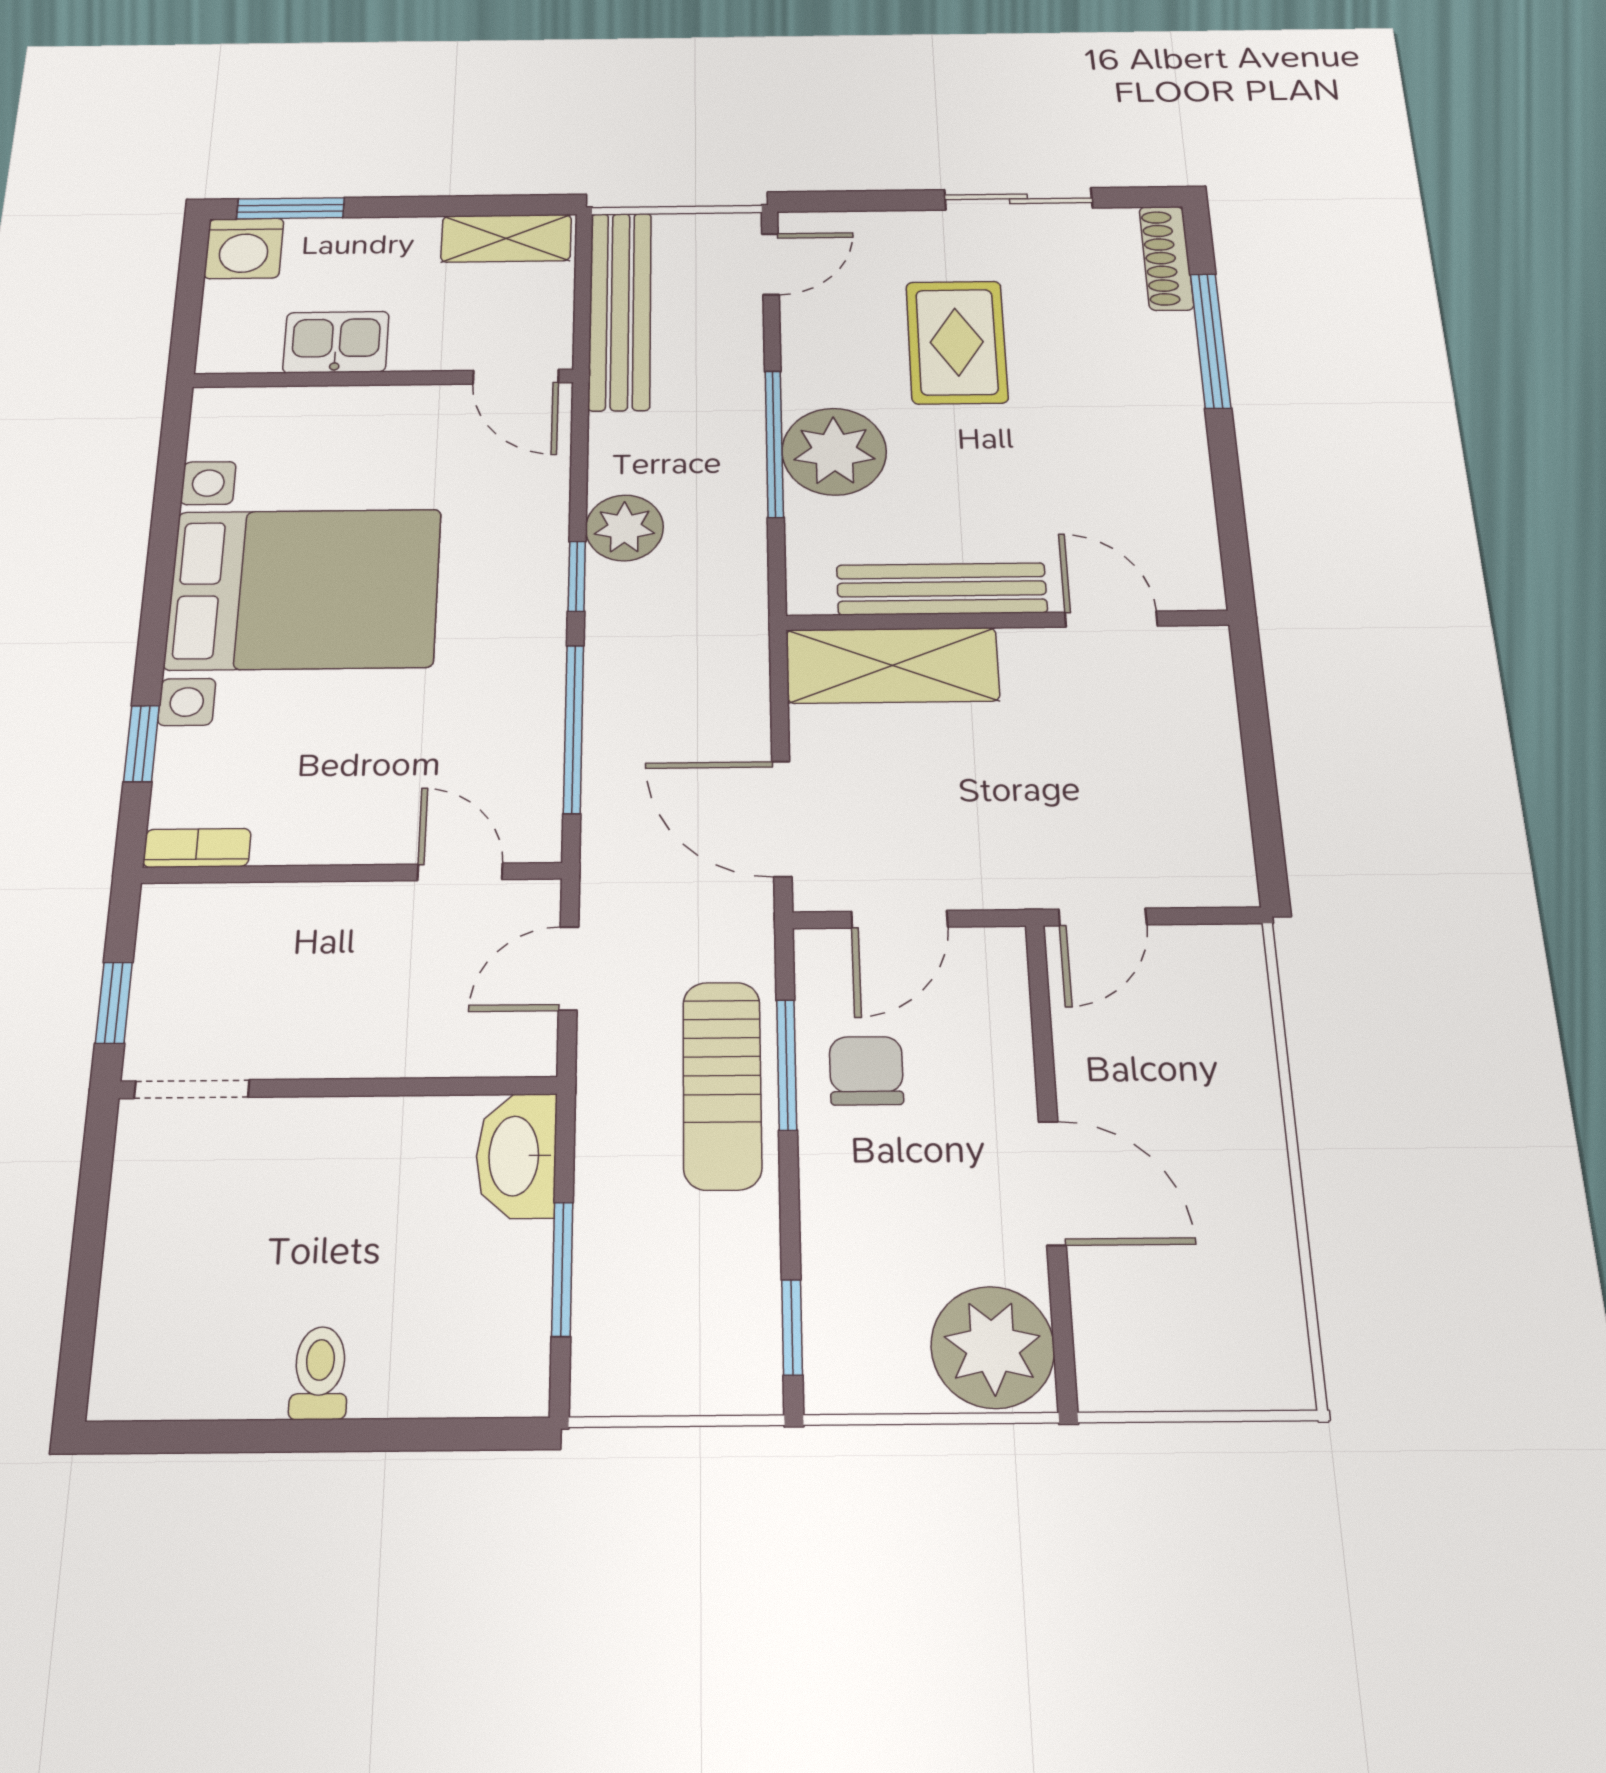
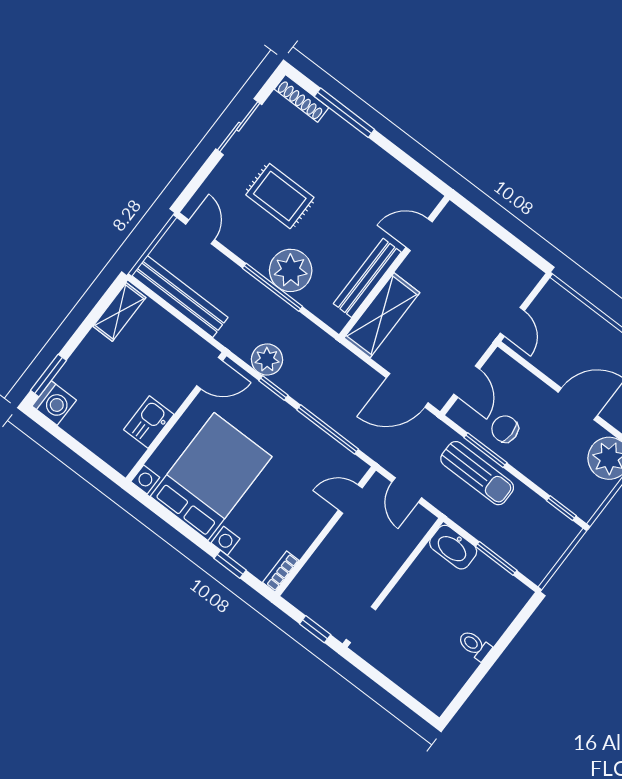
kitchen sink: (336, 342) -> (149, 422), moved
door: (516, 377) -> (210, 373), moved
wall: (383, 378) -> (176, 417), moved

